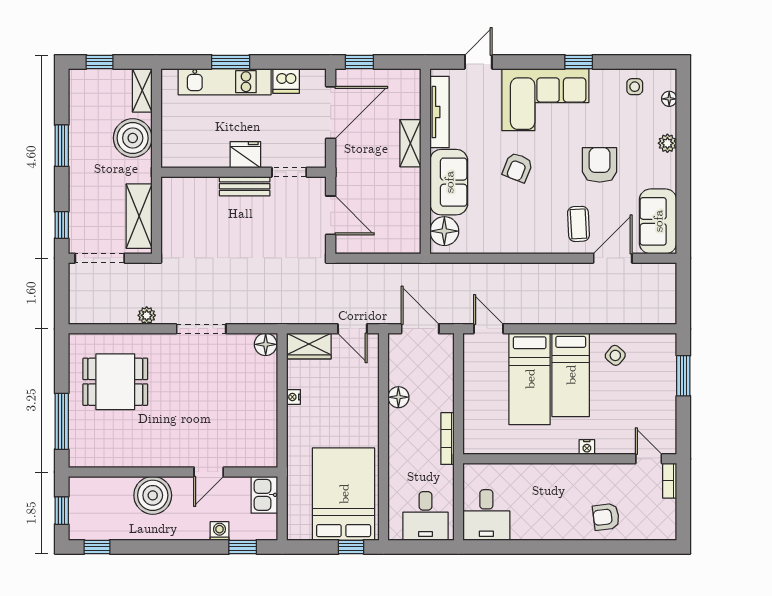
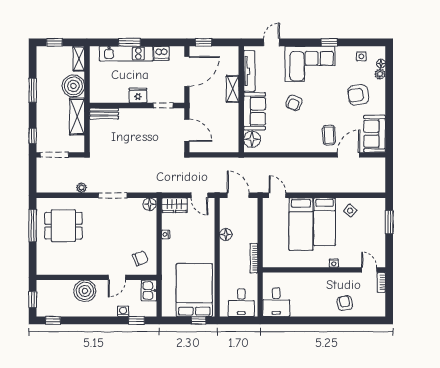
plant: (667, 143) -> (380, 74), moved
armchair: (600, 165) -> (358, 95), moved, turned -98
bench: (245, 186) -> (104, 114), moved
shelving: (139, 216) -> (77, 117), moved
window: (62, 421) -> (33, 226), moved
chair: (249, 439) -> (140, 258), added
armchair: (606, 517) -> (345, 303), turned 86

